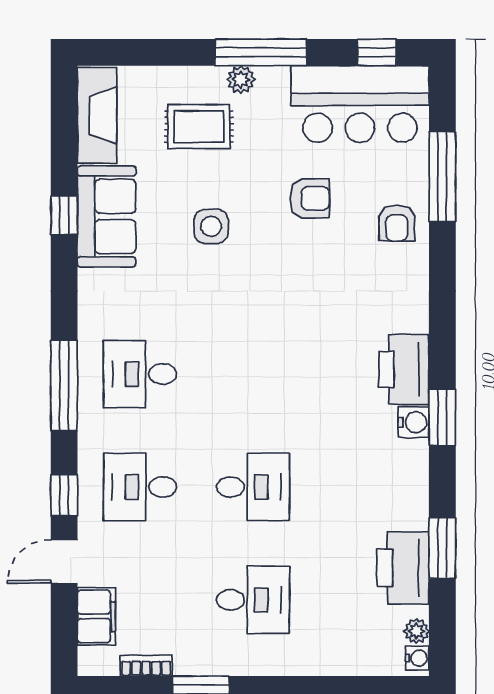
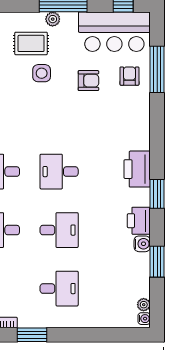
armchair: (397, 223) -> (129, 76), moved, turned 180
side table: (211, 226) -> (42, 73), moved
desk: (253, 374) -> (59, 172), added
water cooler: (414, 422) -> (142, 244), moved
printer: (403, 568) -> (139, 221), moved, width x0.73, depth x0.84

